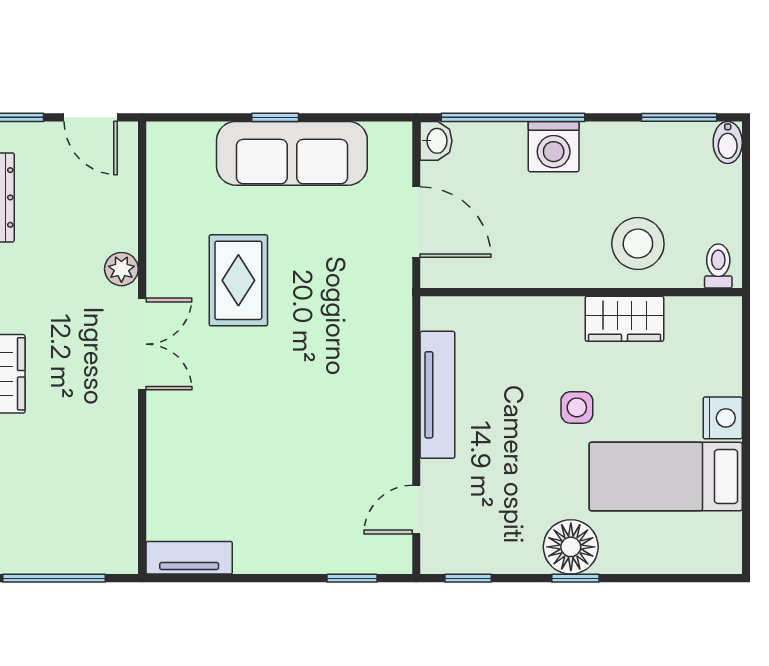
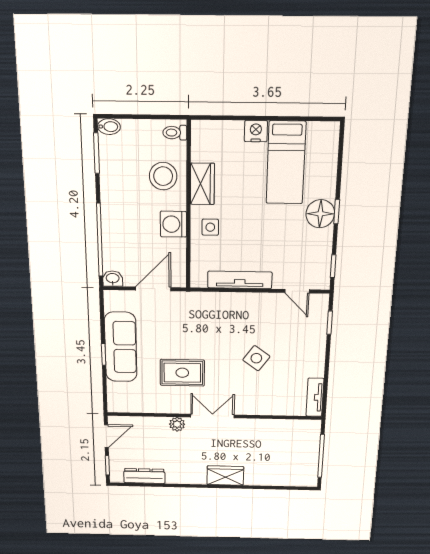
washing machine: (554, 147) -> (173, 224), moved, turned 180
side table: (577, 407) -> (210, 227), moved
side table: (273, 433) -> (256, 358), added

